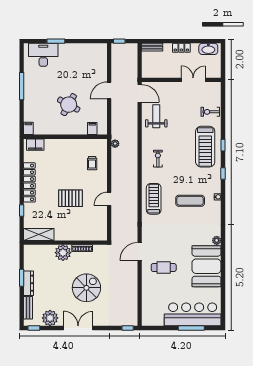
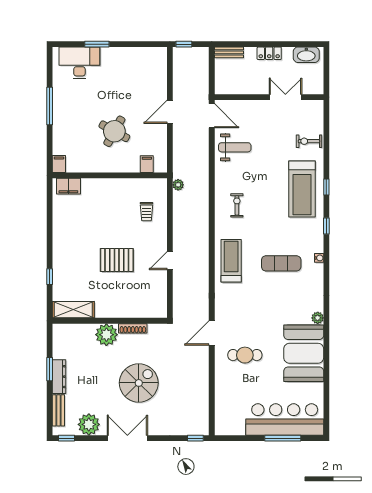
weight bench: (156, 116) -> (235, 147), turned 90
locker: (29, 182) -> (60, 238), removed

